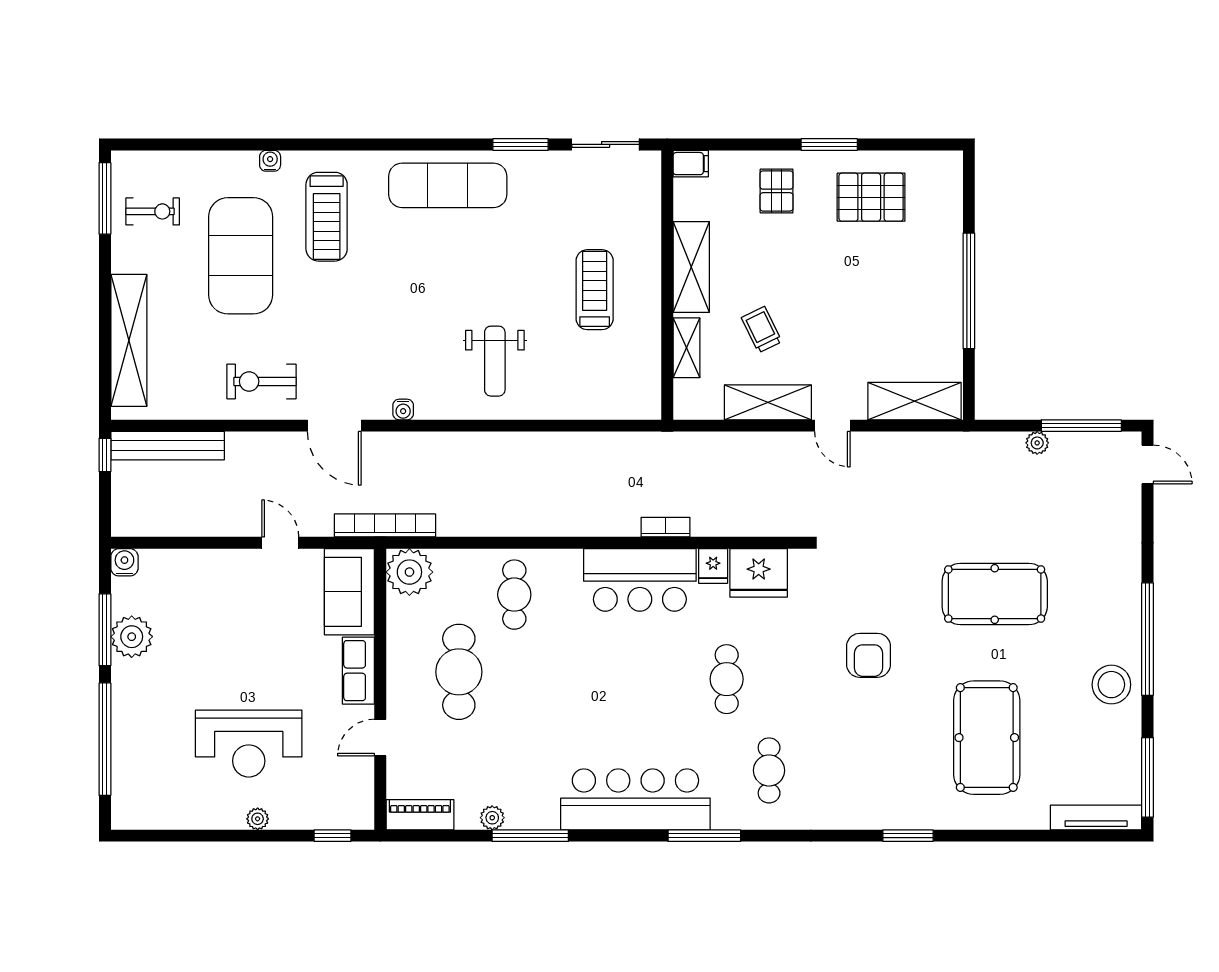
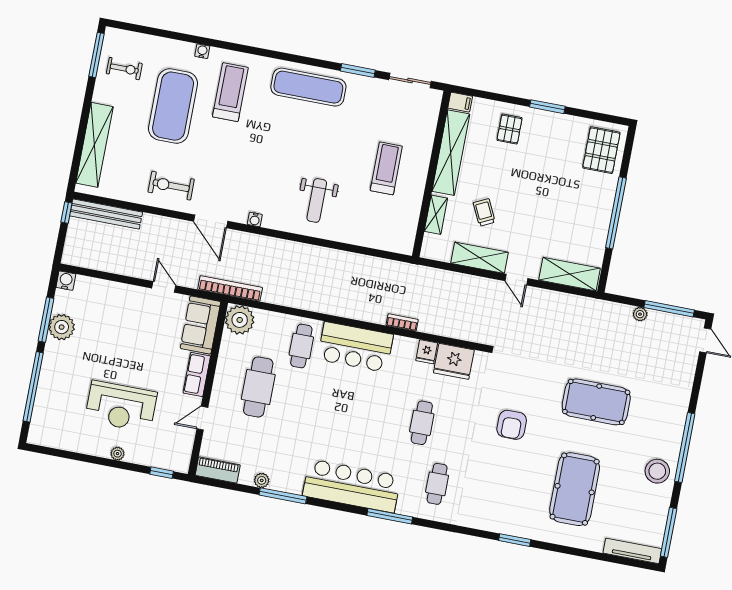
pallet: (871, 197) -> (601, 150), moved, turned 90
treadmill: (327, 217) -> (230, 92), turned 180
shelving: (691, 267) -> (451, 153), width x1.47
bar counter: (640, 580) -> (355, 347), moved

